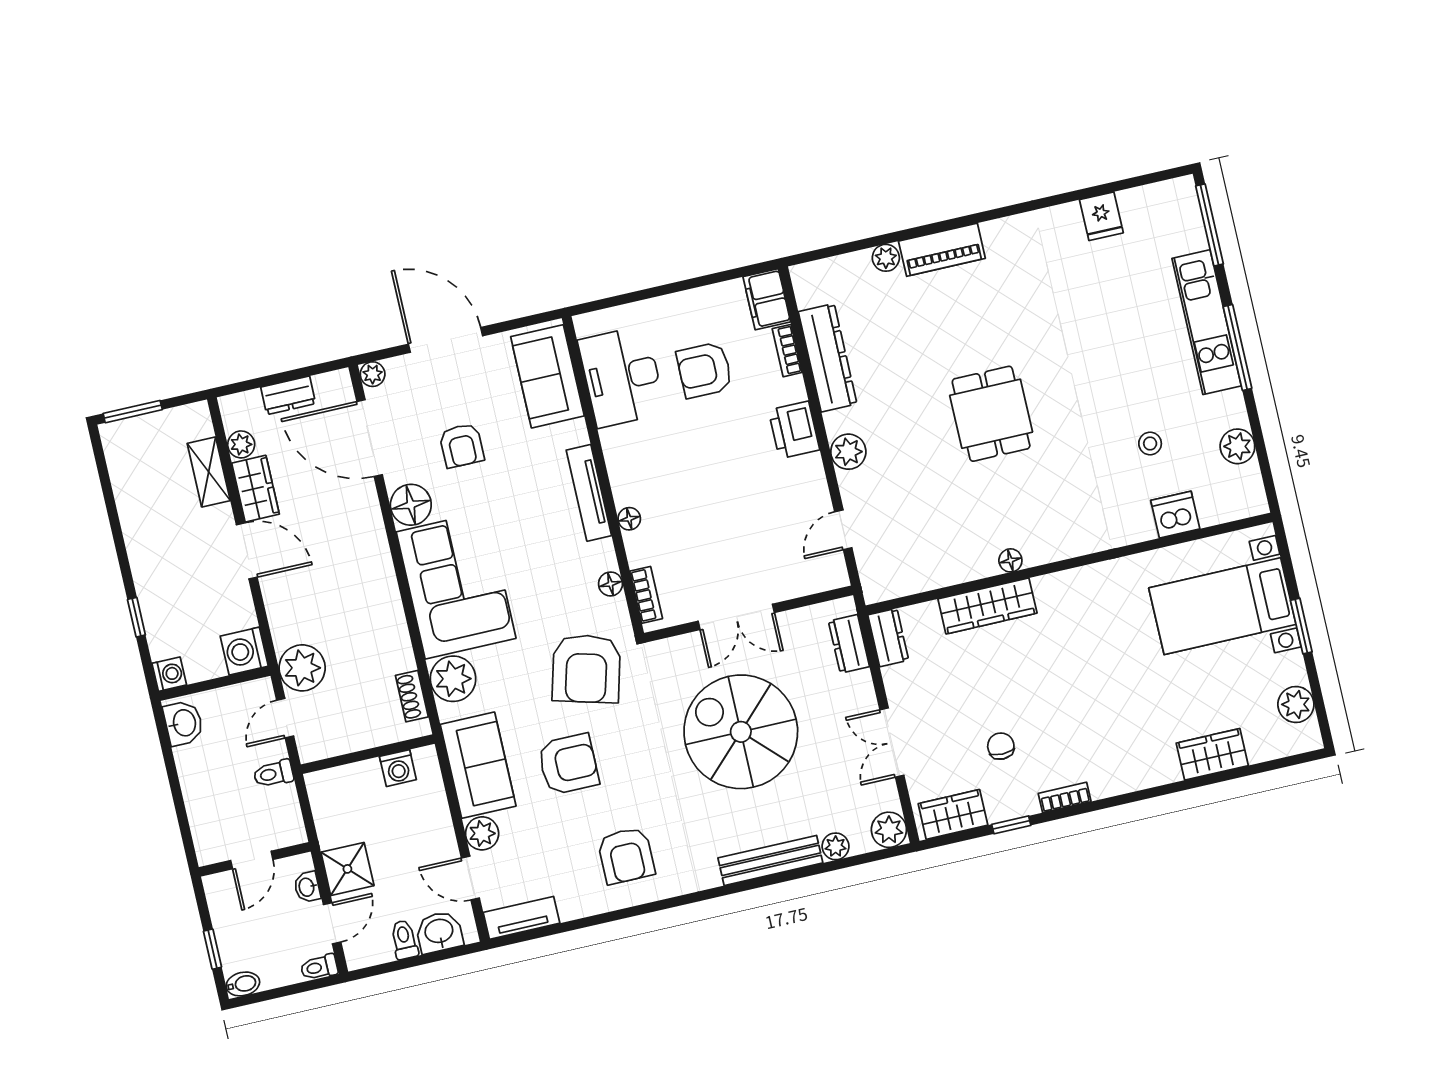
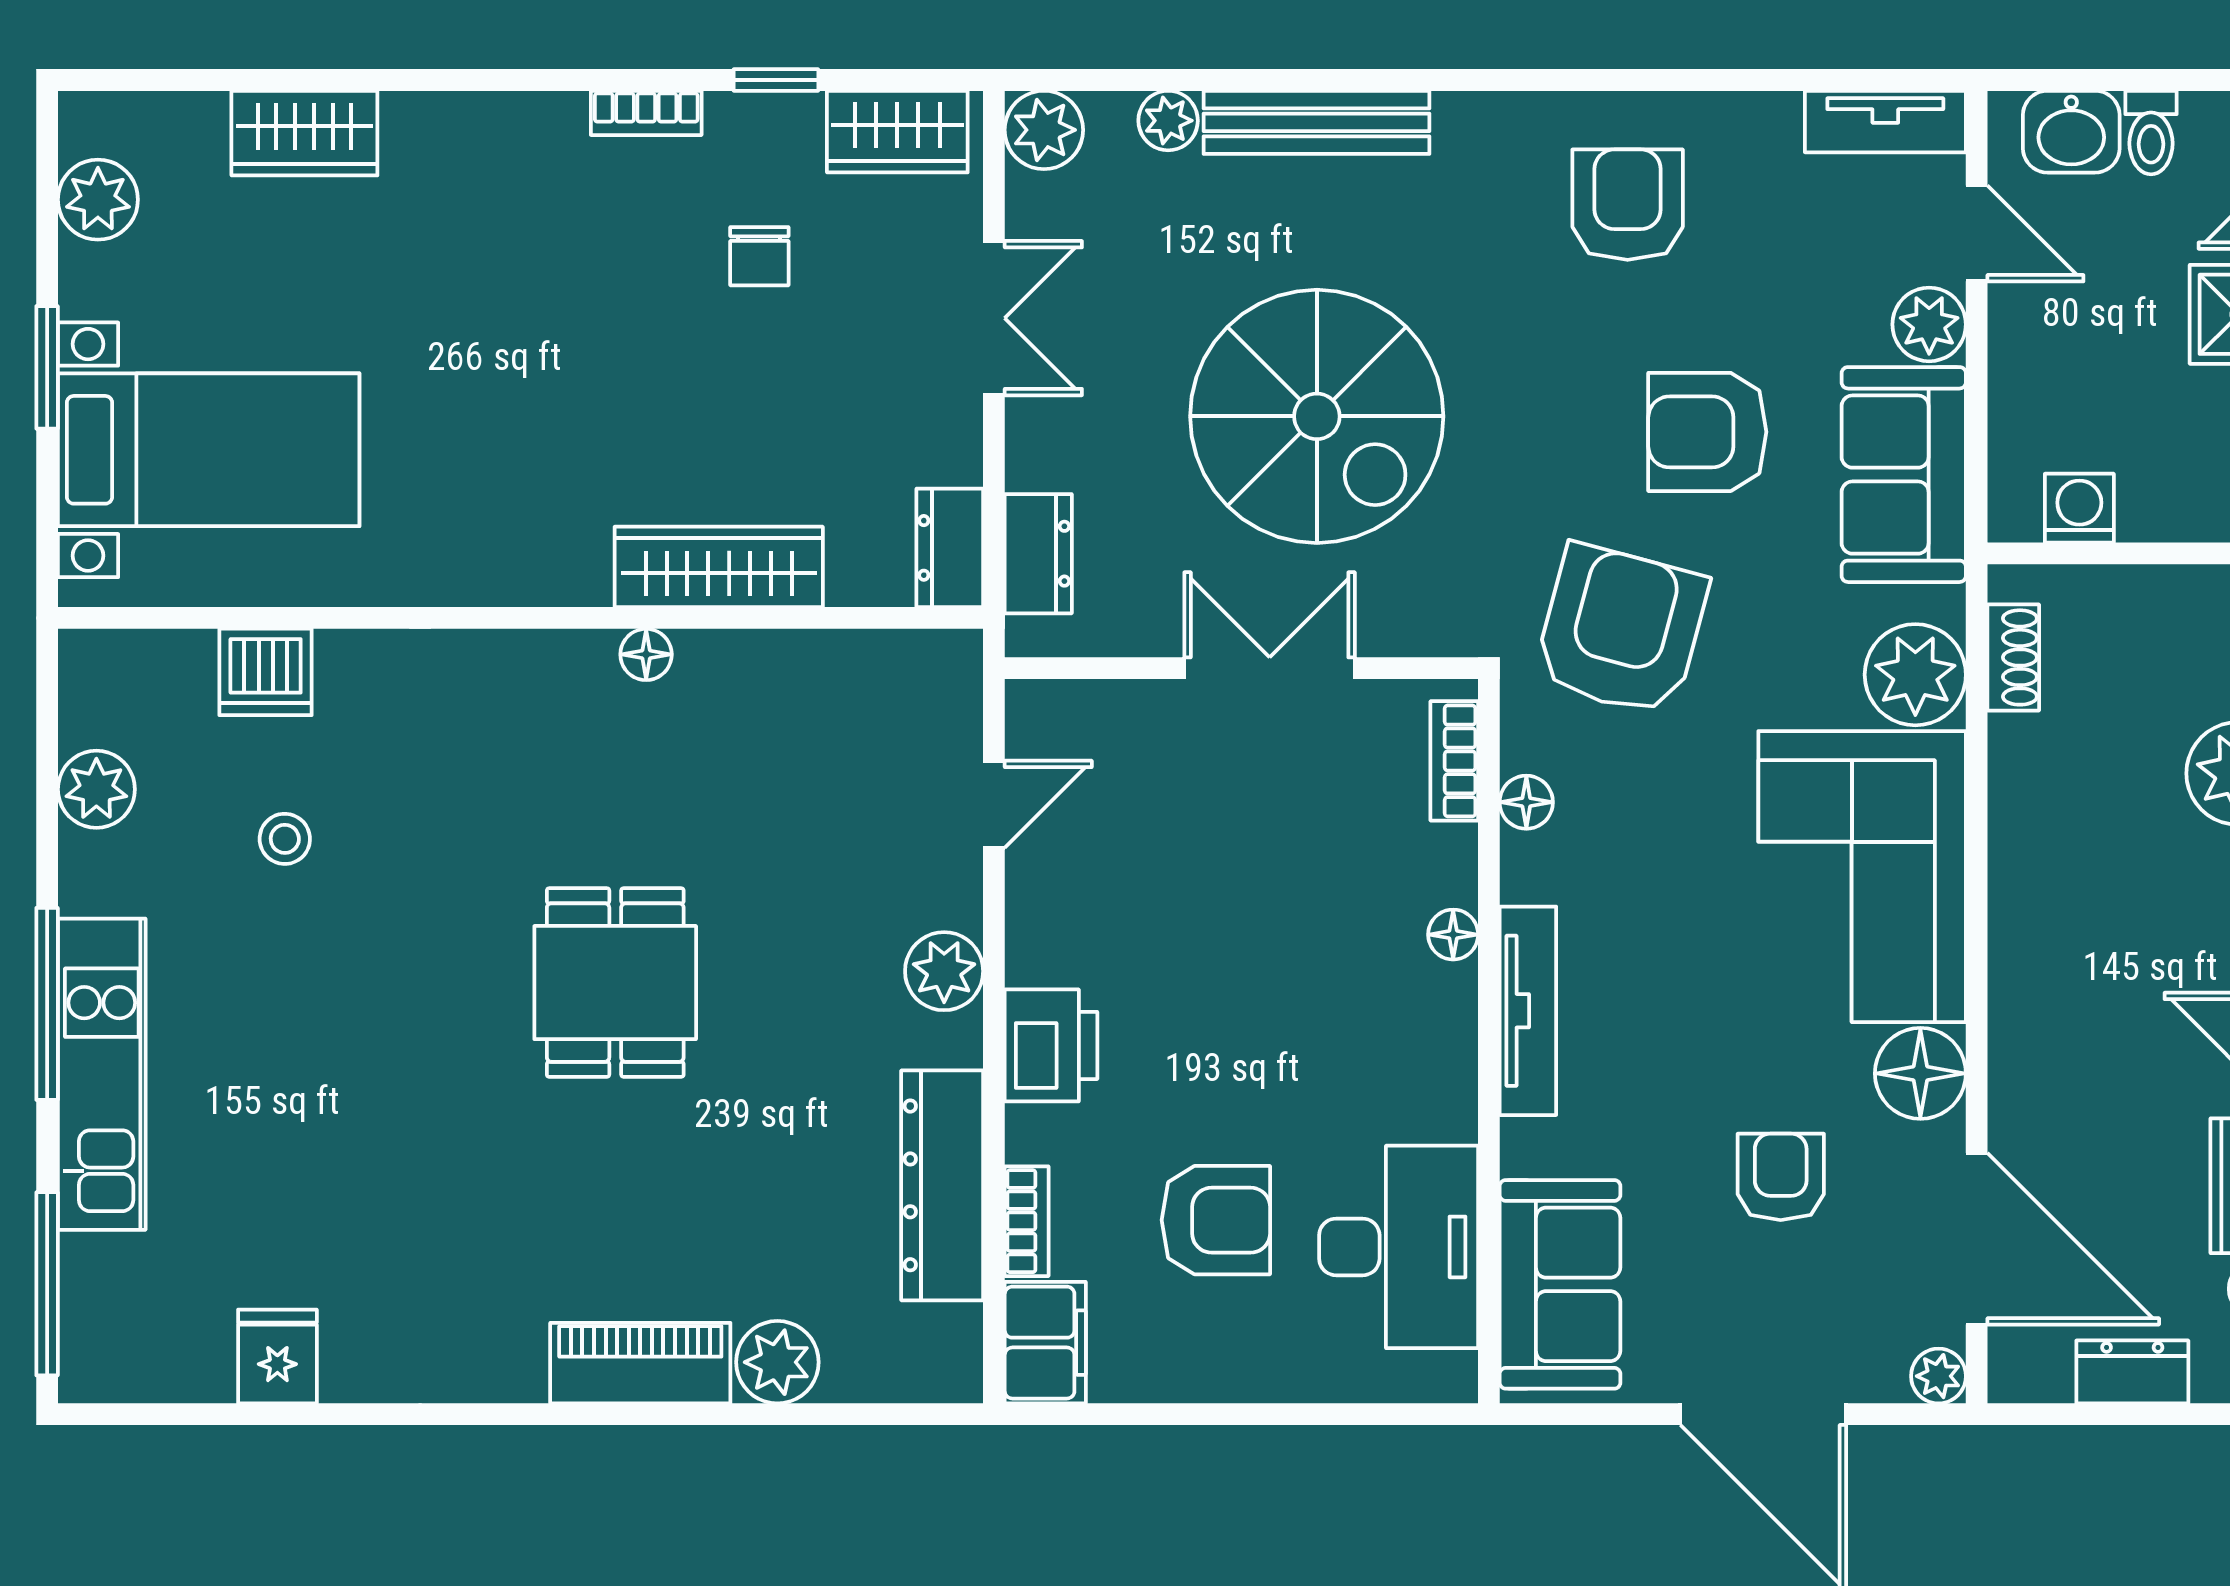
plant: (886, 258) -> (777, 1362), width x1.38, depth x1.38

